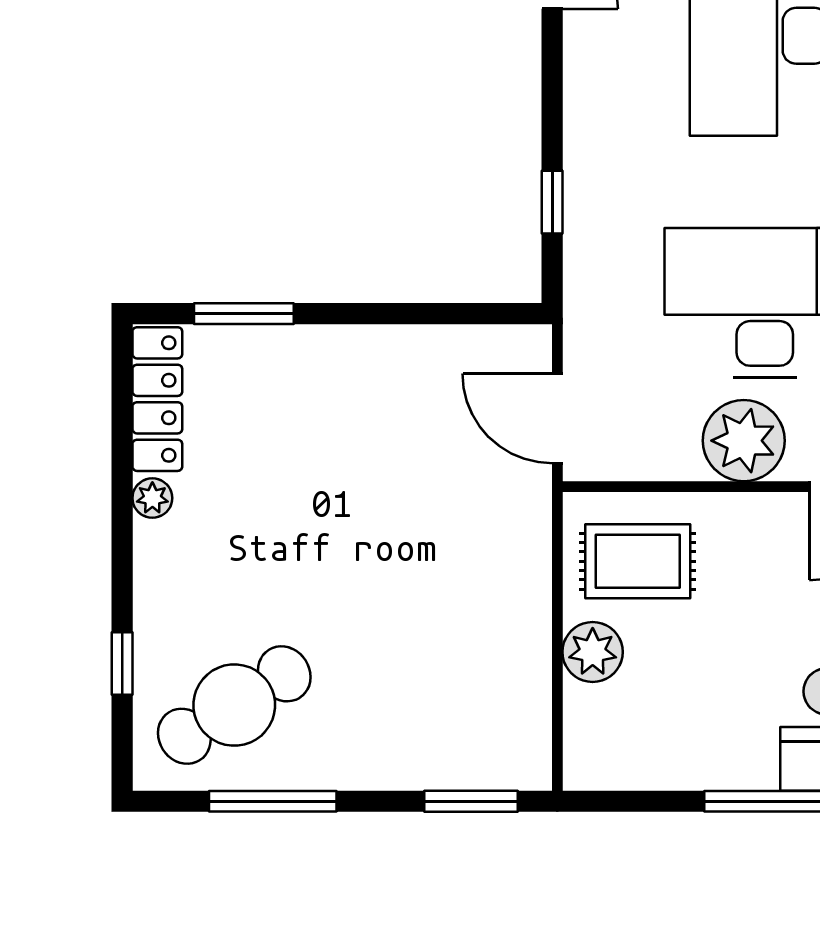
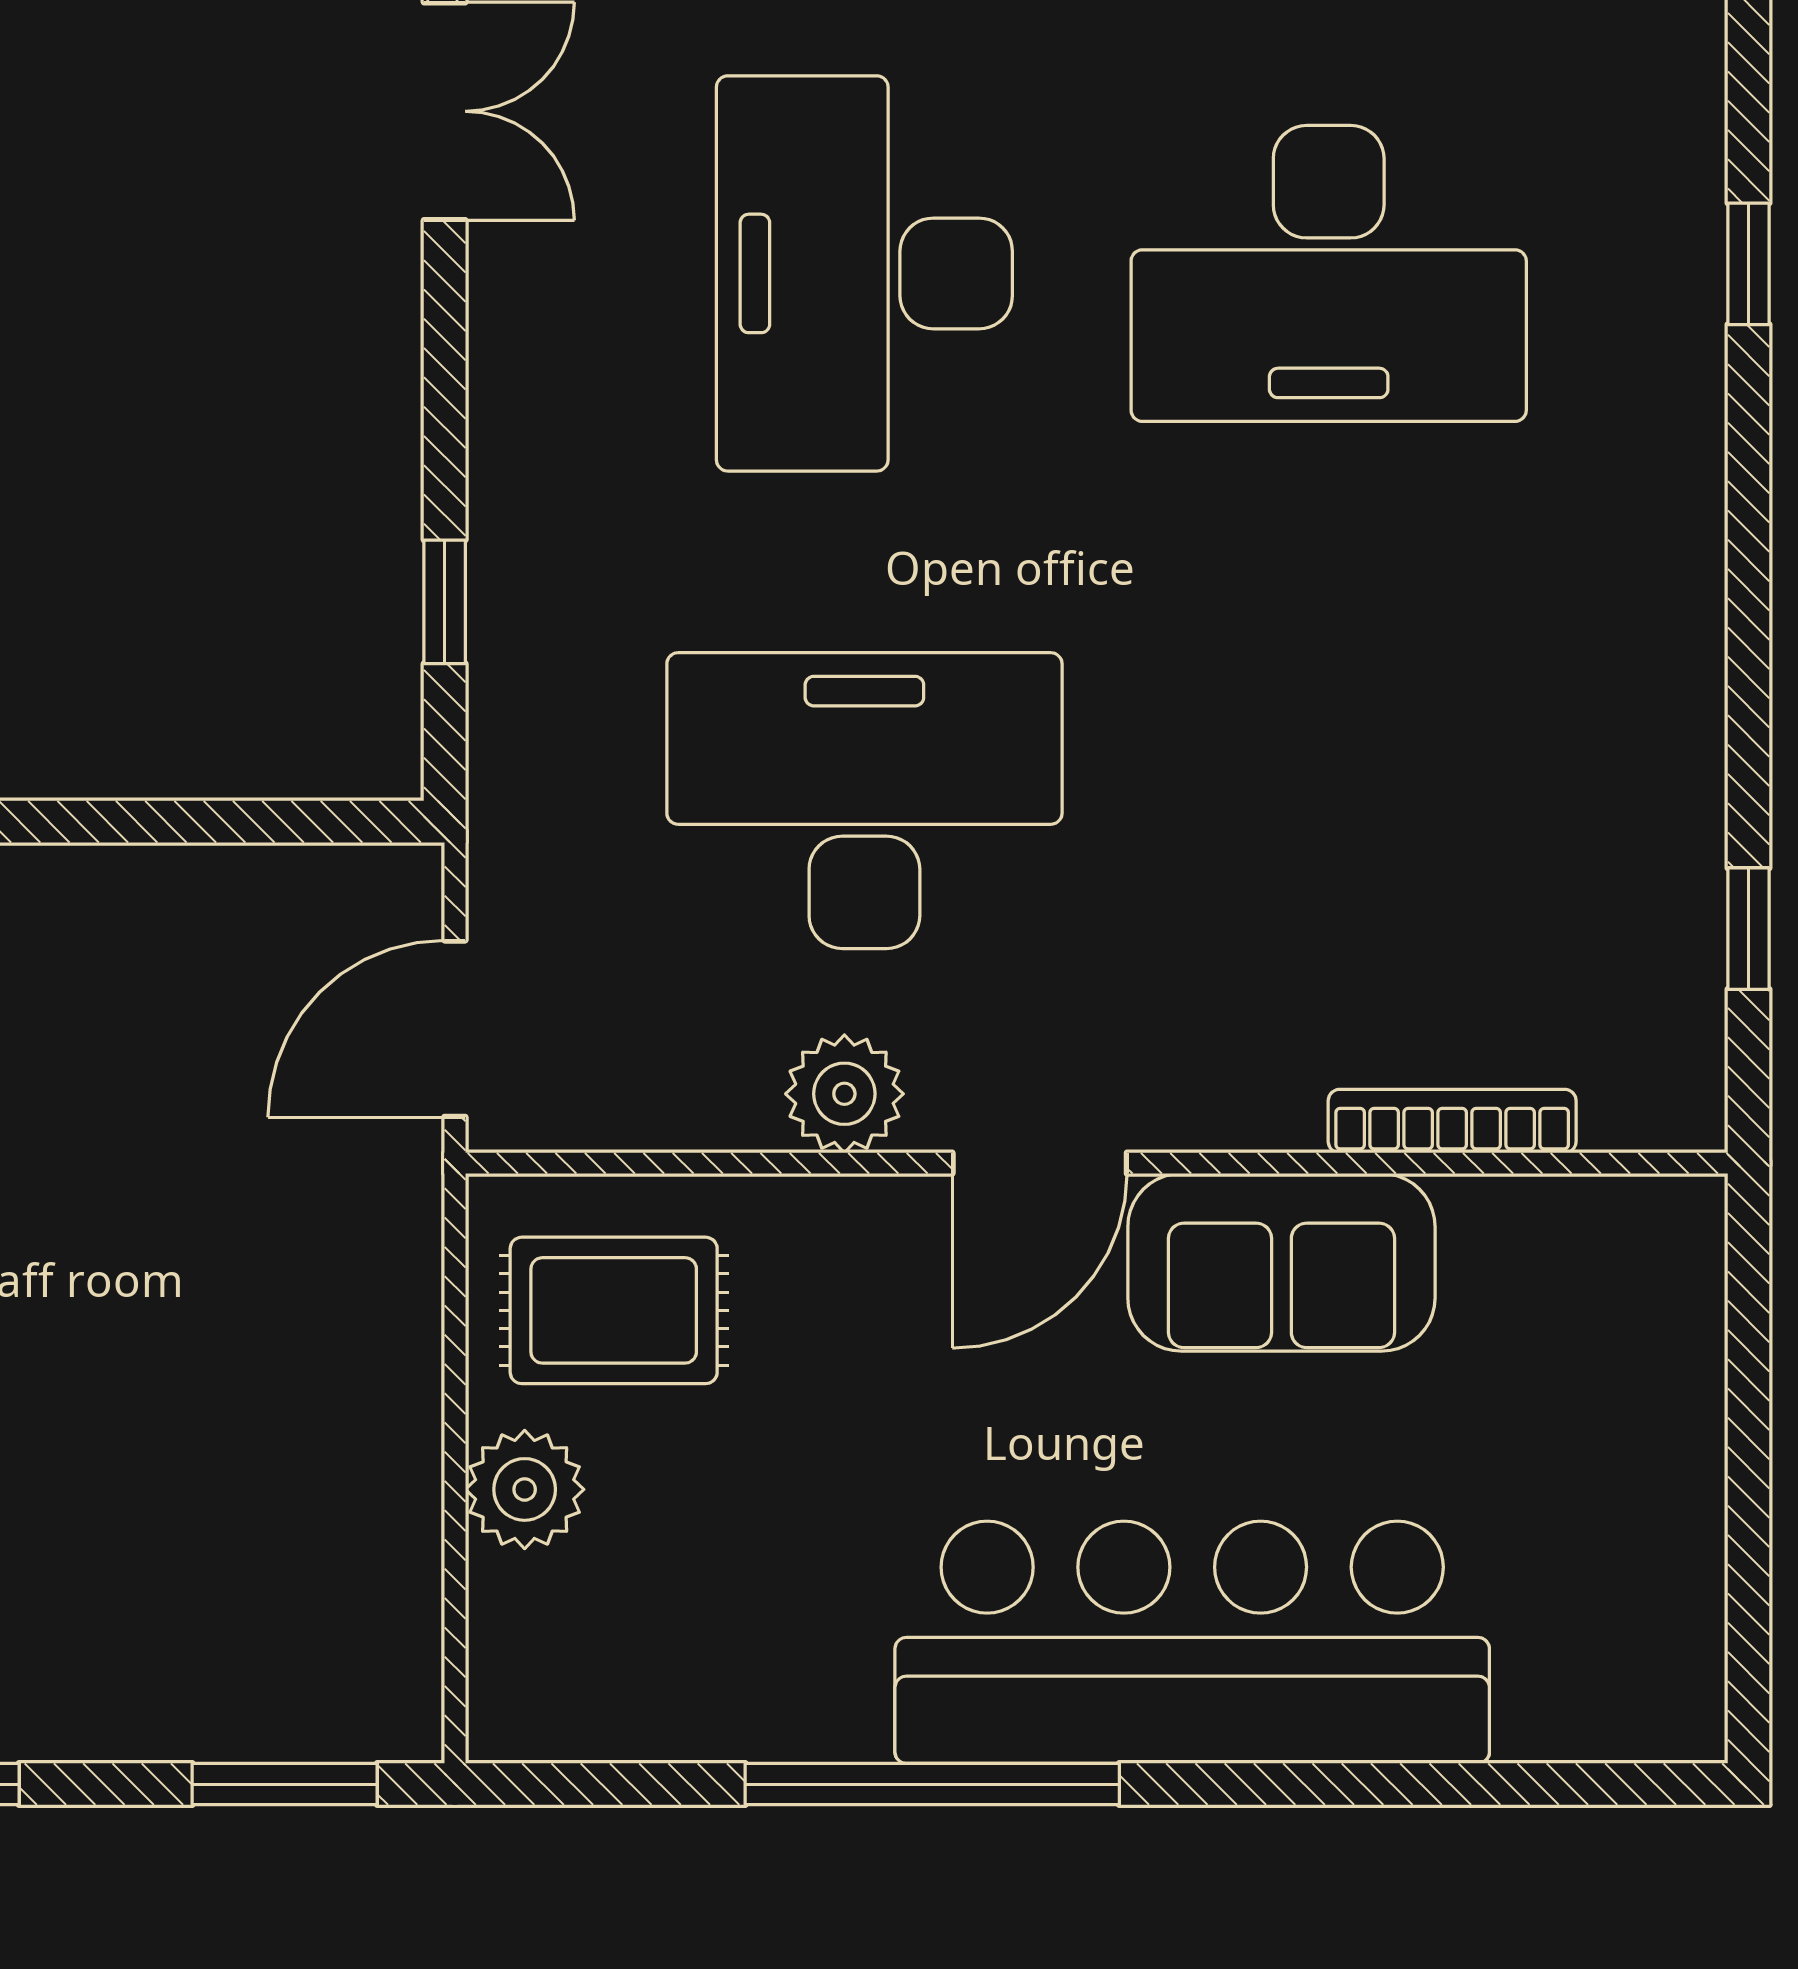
door: (557, 418) -> (455, 1029), hinge flipped
plant: (744, 441) -> (844, 1094), width x0.73, depth x0.73

